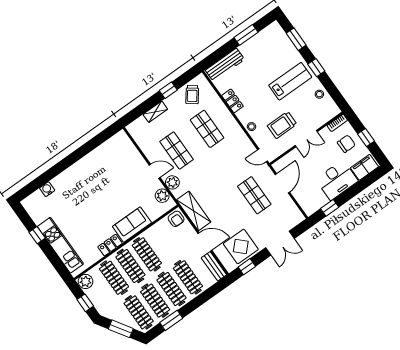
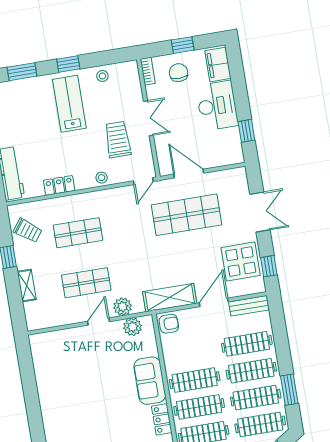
trolley: (282, 125) -> (118, 140), turned 180
shop shelf: (254, 195) -> (187, 215), width x1.43, depth x1.36

